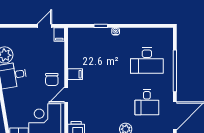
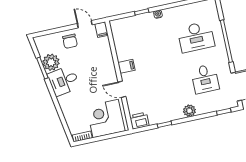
door: (44, 26) -> (85, 24), hinge flipped
chair: (52, 79) -> (70, 41), moved
door: (66, 95) -> (122, 89), hinge flipped

